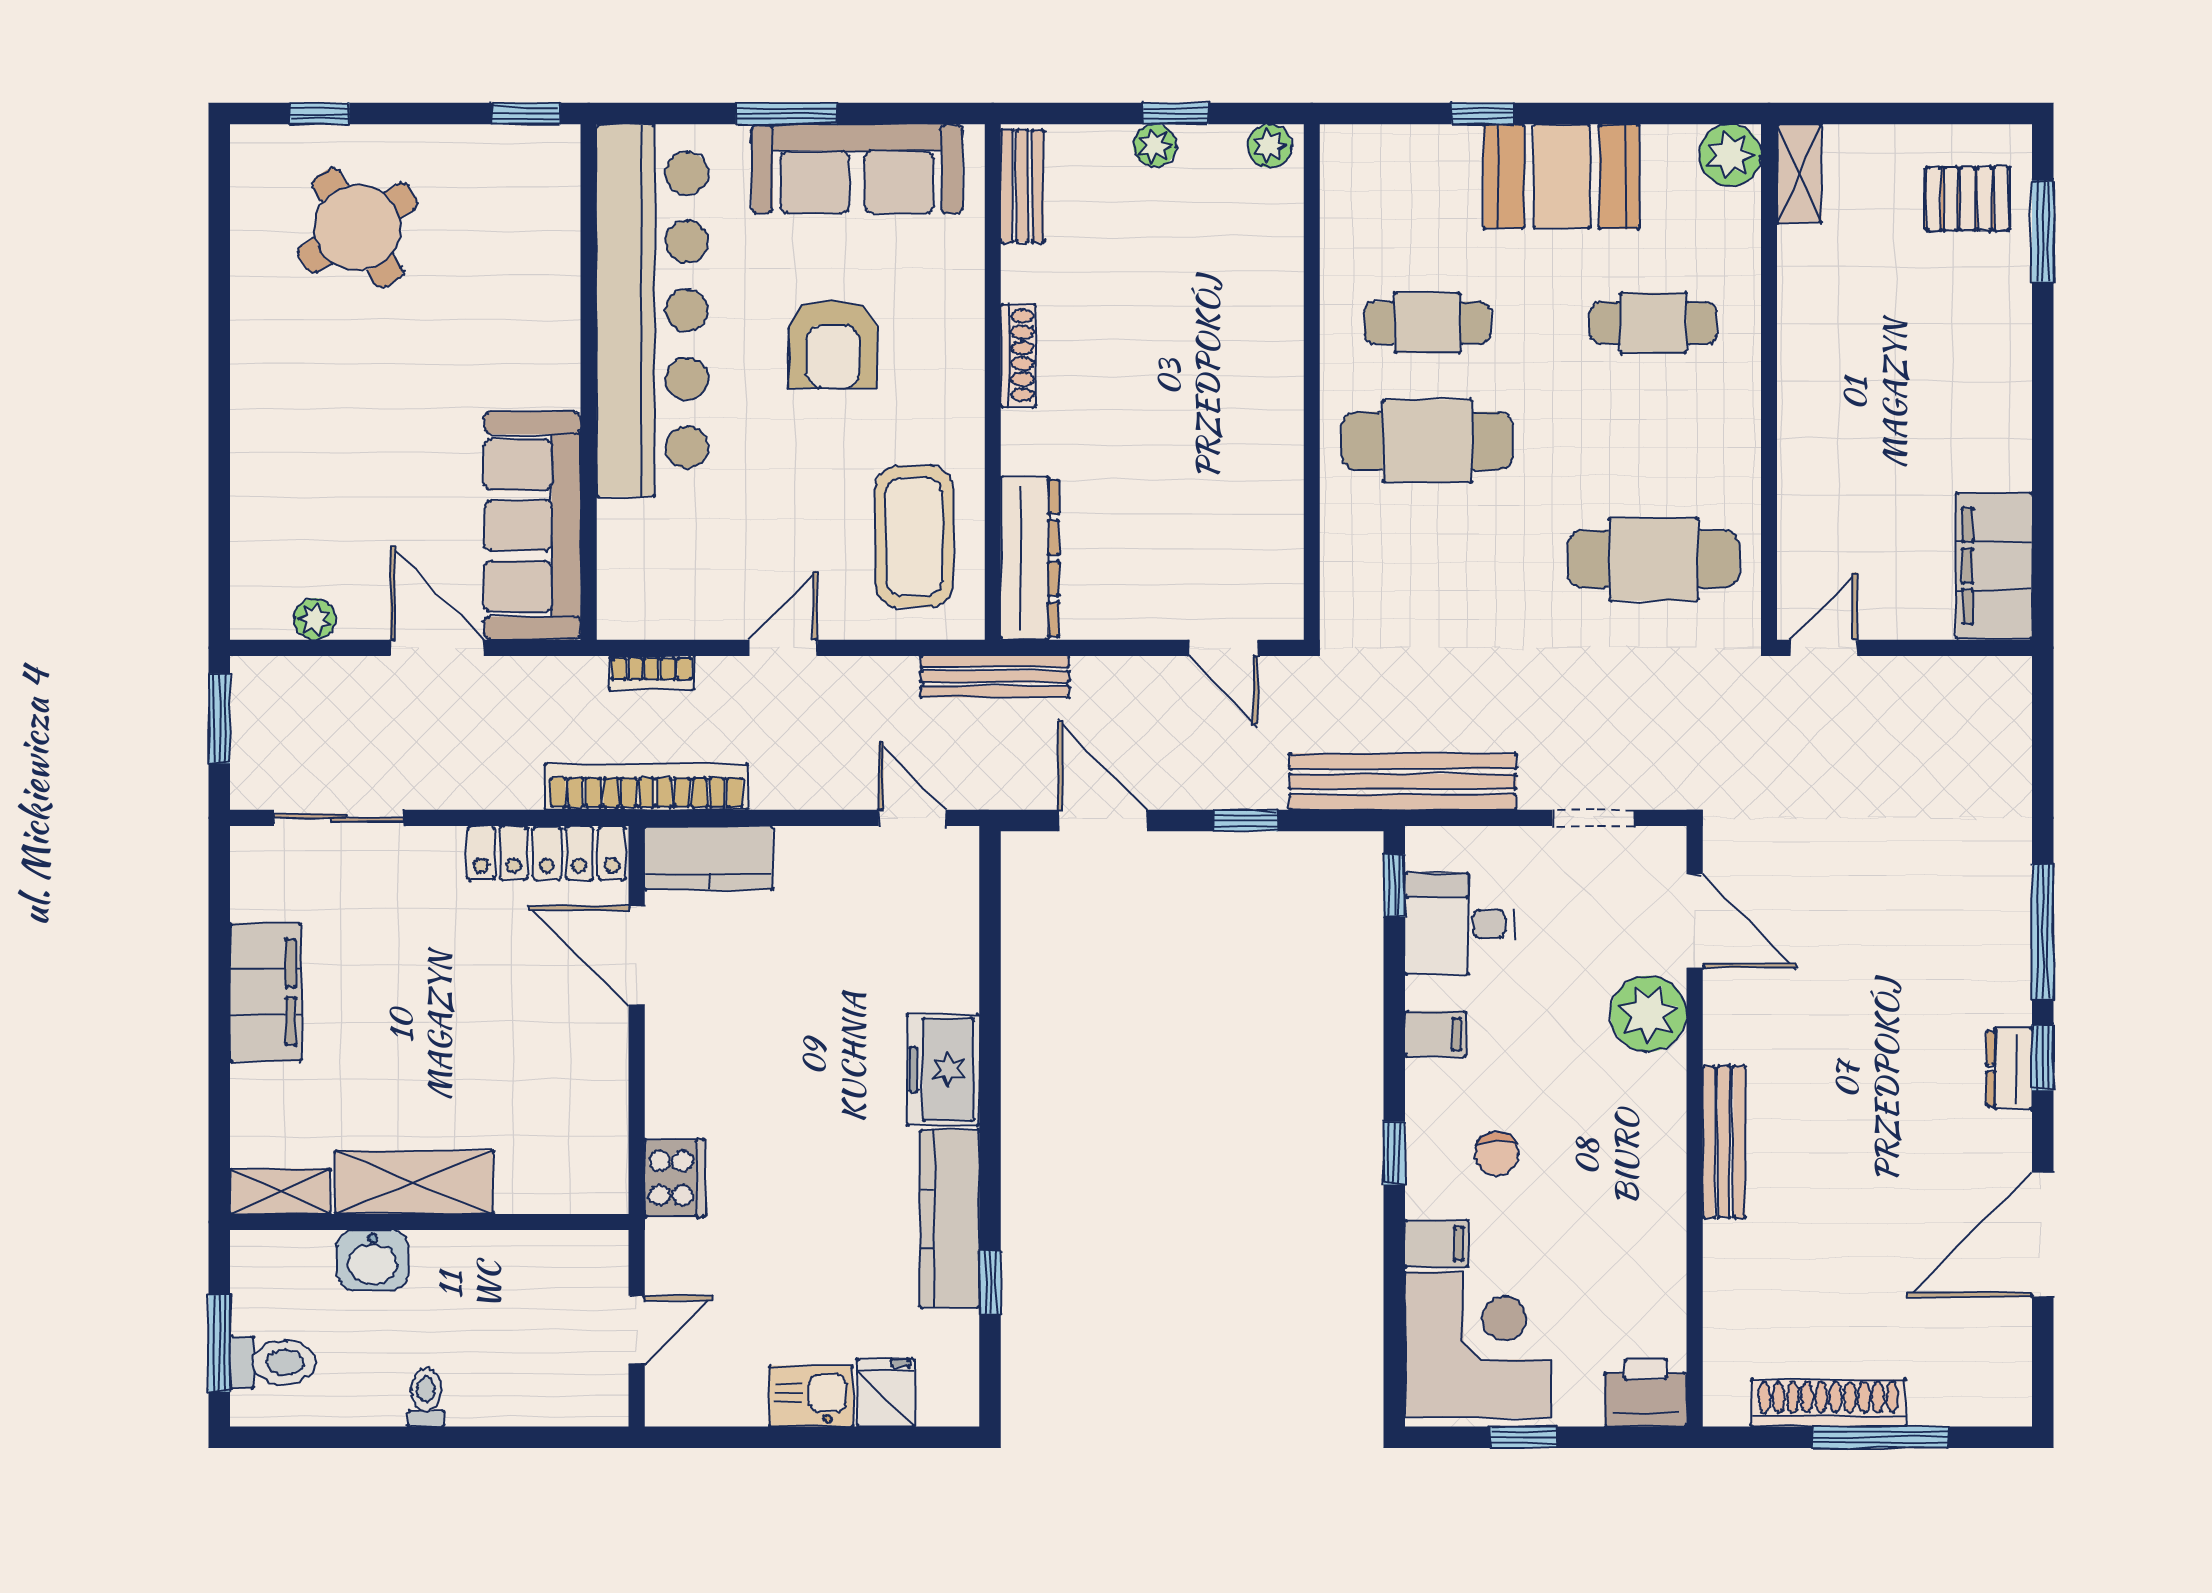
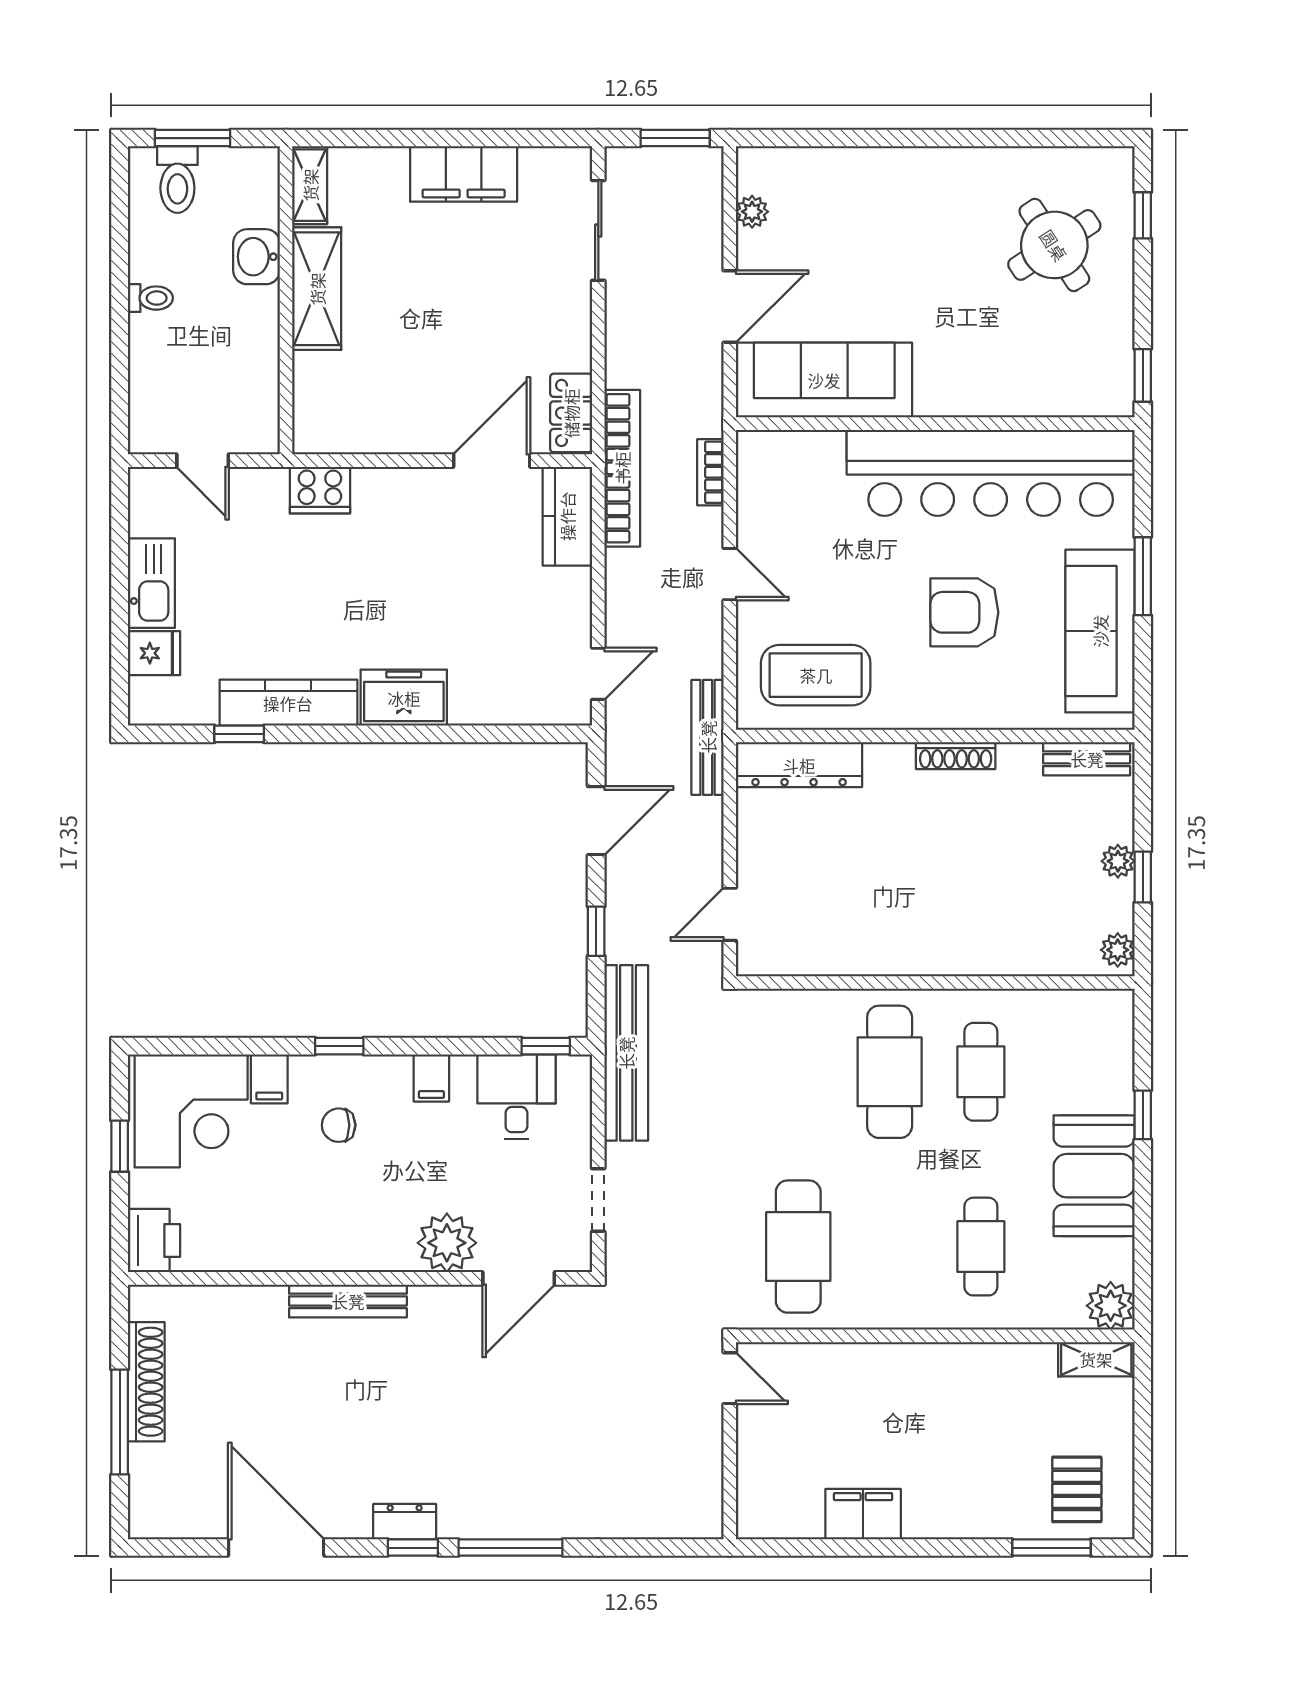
filing cabinet: (1994, 566) -> (863, 1514), moved, width x0.67, depth x0.86
locker: (547, 853) -> (571, 413), width x0.66
kitchen sink: (811, 1396) -> (151, 583), width x1.38

